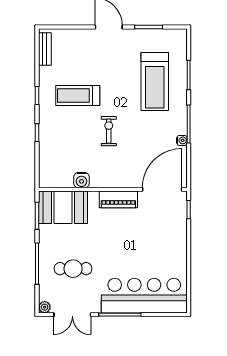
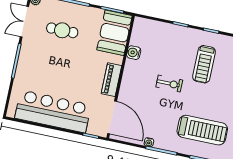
treadmill: (155, 81) -> (202, 130), turned 180
treadmill: (78, 96) -> (204, 64), turned 180
cafe table: (73, 269) -> (62, 30), turned 90
bar counter: (144, 296) -> (53, 111), moved, turned -90

